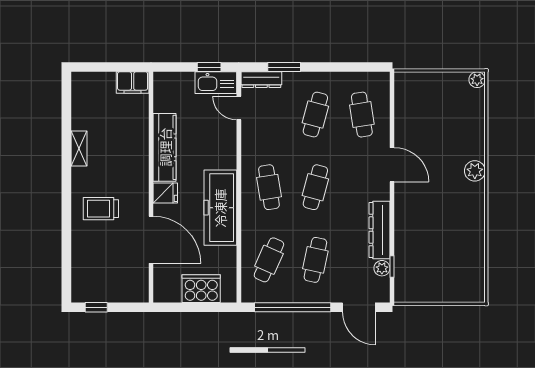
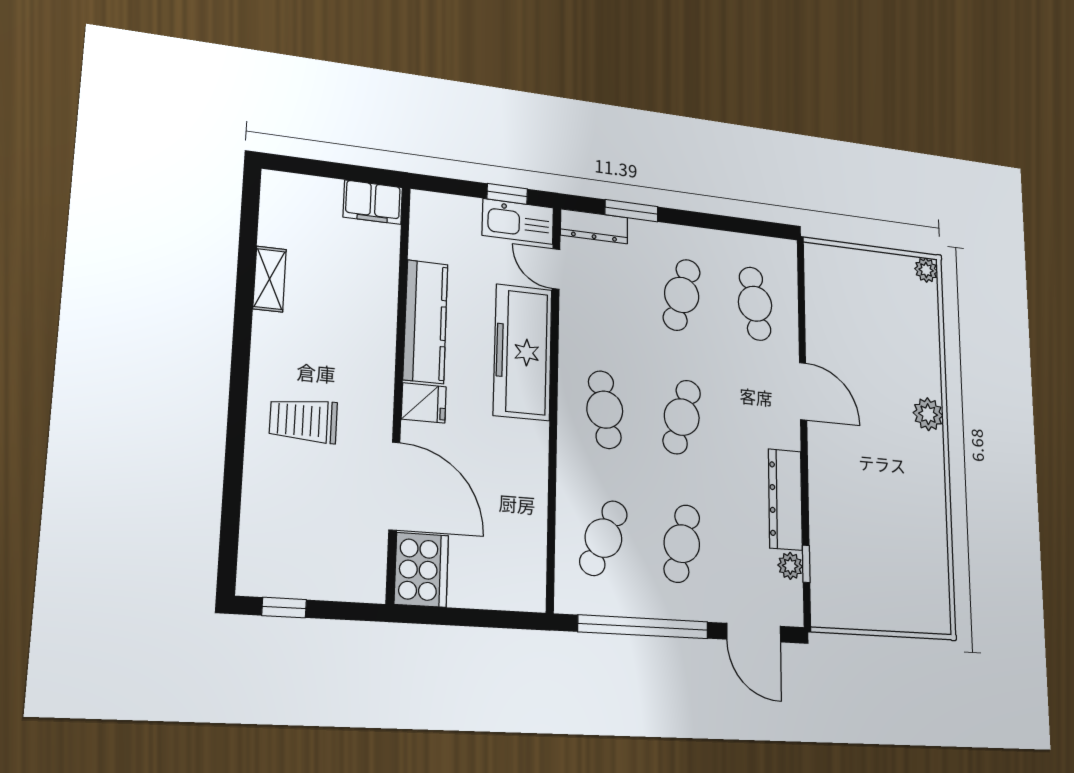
shelving: (79, 148) -> (270, 279), moved
freezer: (220, 208) -> (523, 352), moved
cooker: (201, 289) -> (421, 570), moved, turned 90

